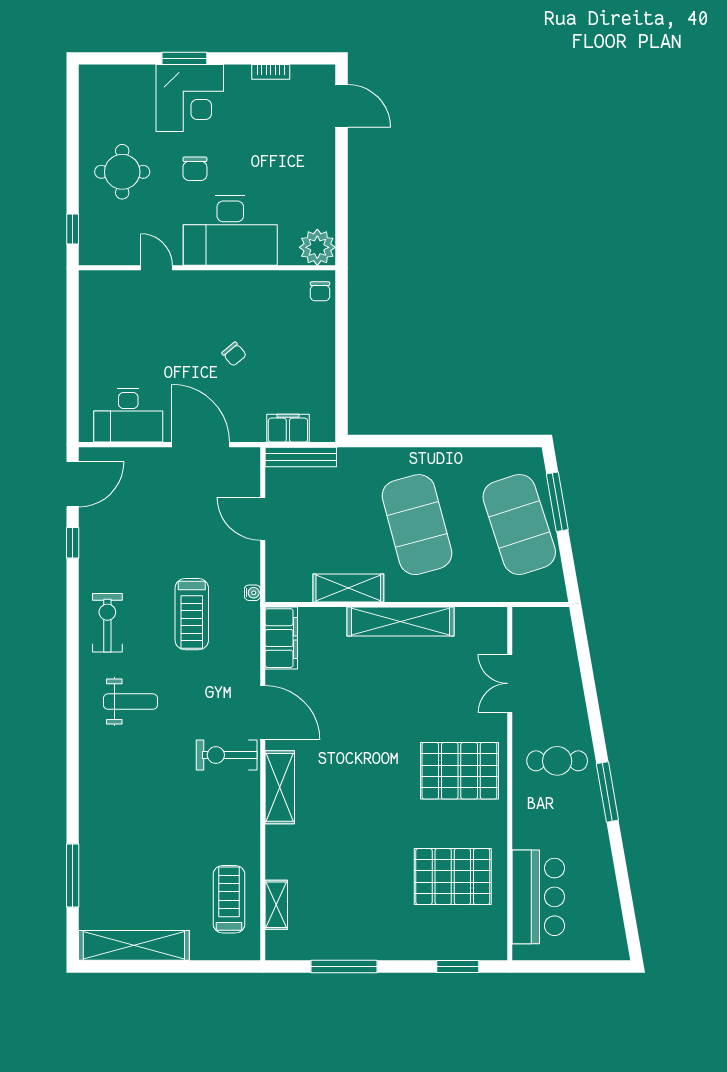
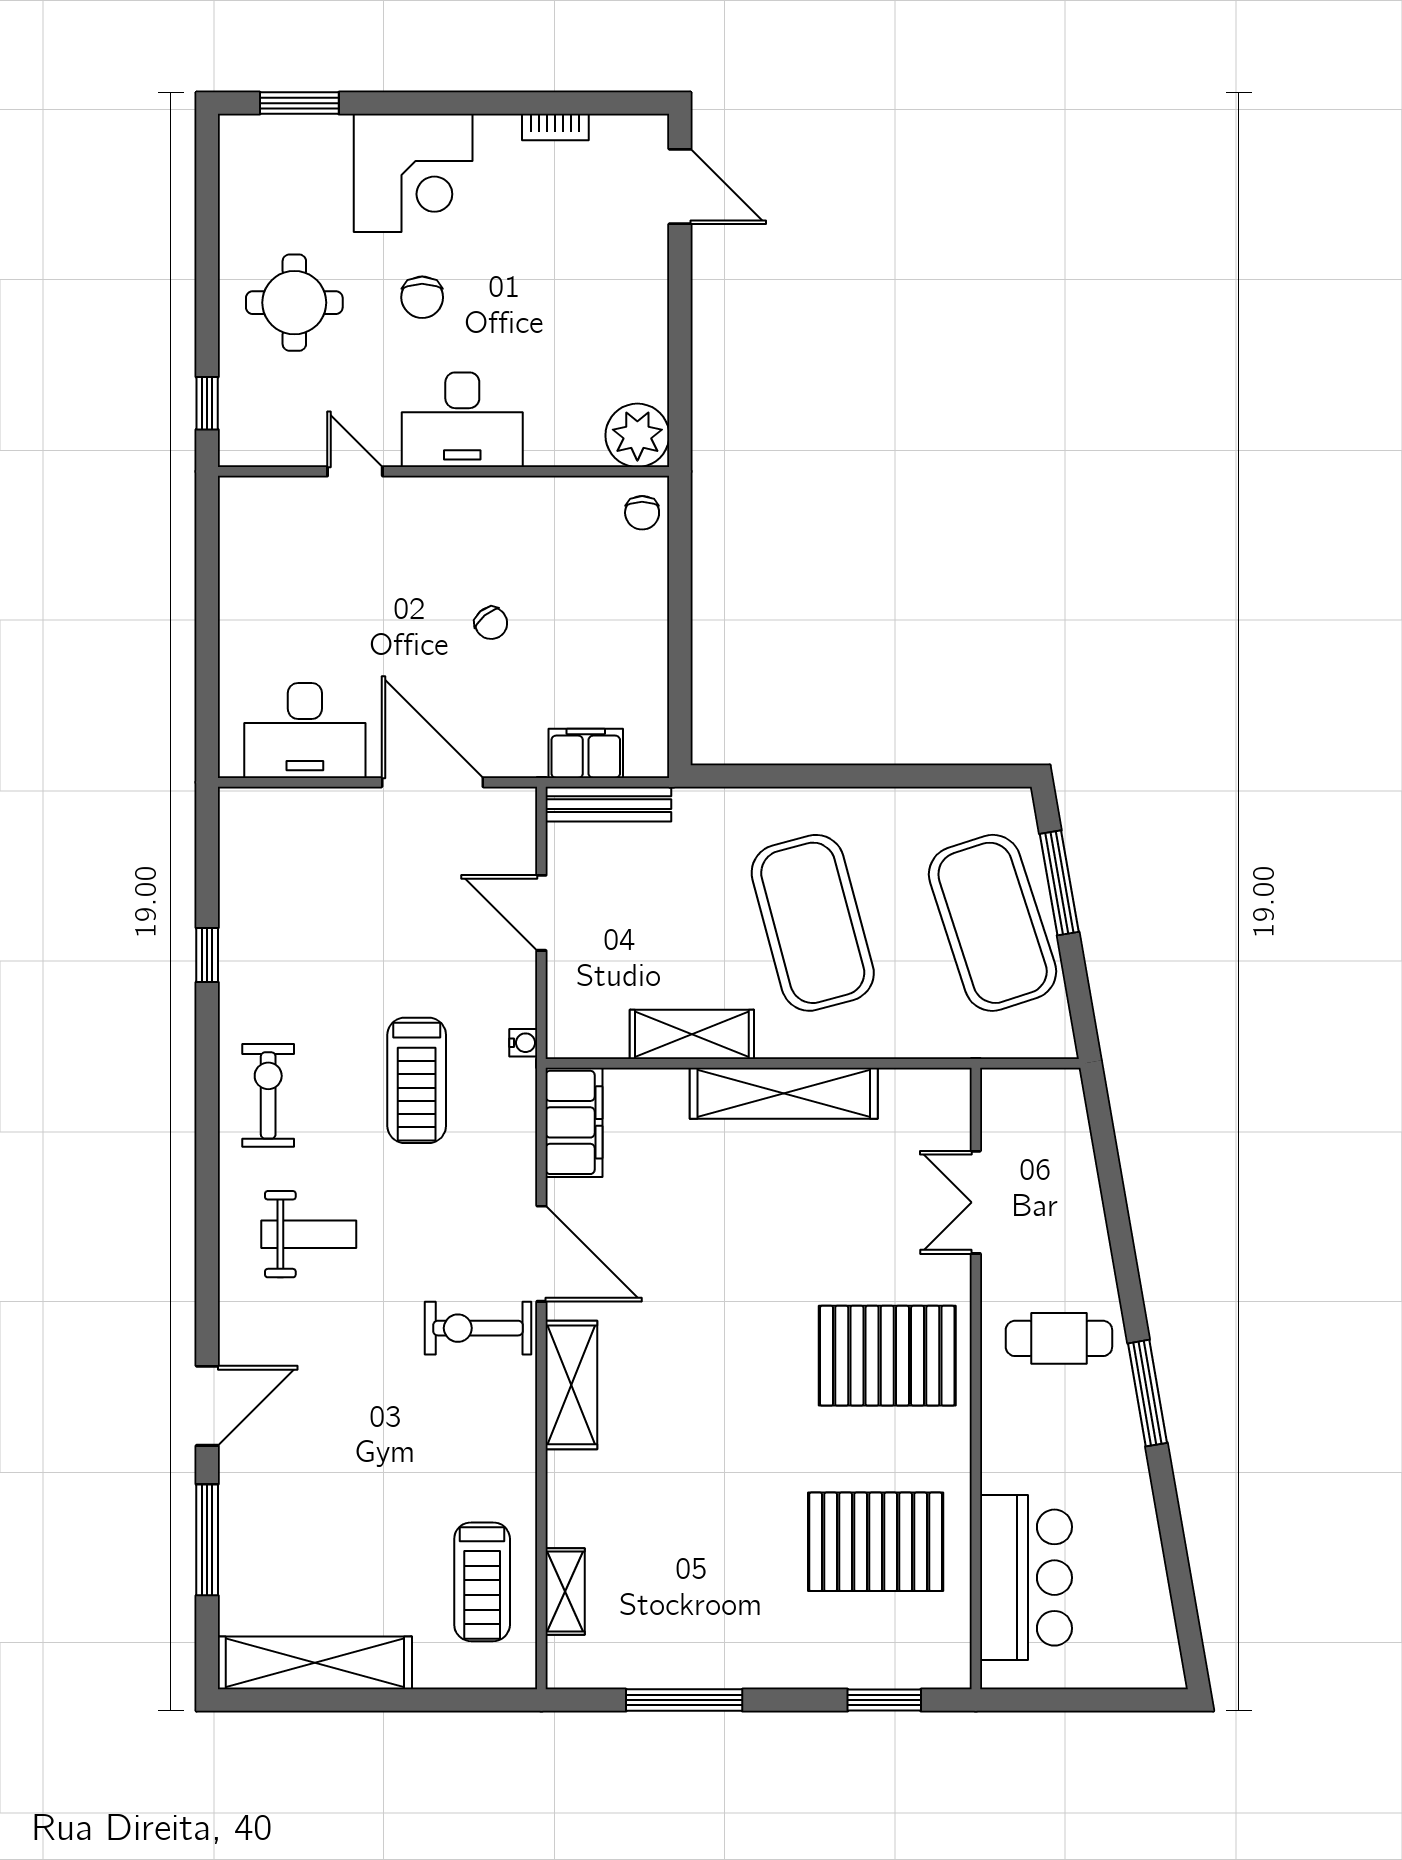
window: (184, 58) -> (299, 103), moved
desk: (230, 230) -> (462, 420), width x0.73, depth x0.77
door: (73, 484) -> (207, 1406), moved
treadmill: (229, 899) -> (482, 1582), turned 180

